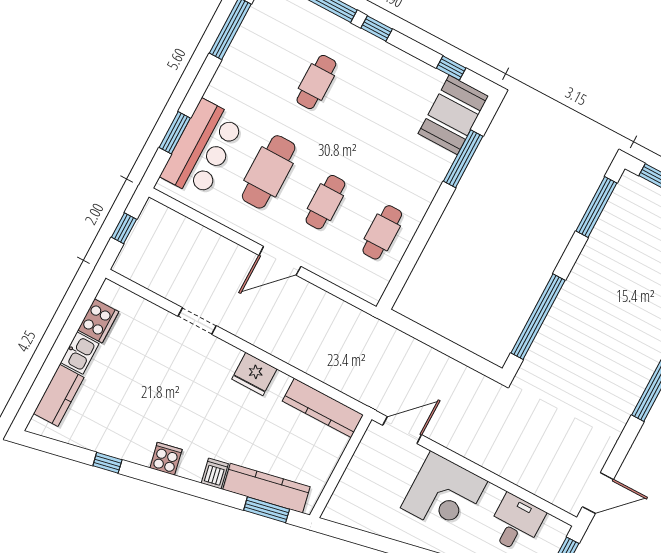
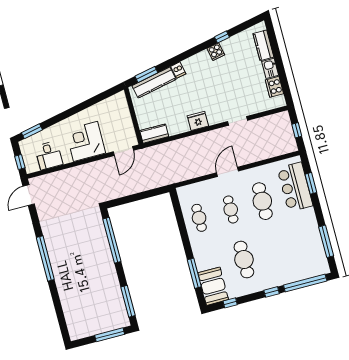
cafe table: (316, 82) -> (244, 260), moved, width x1.37, depth x1.35
kitchen counter: (323, 408) -> (154, 134), width x0.67
cooker: (166, 459) -> (216, 52), moved

